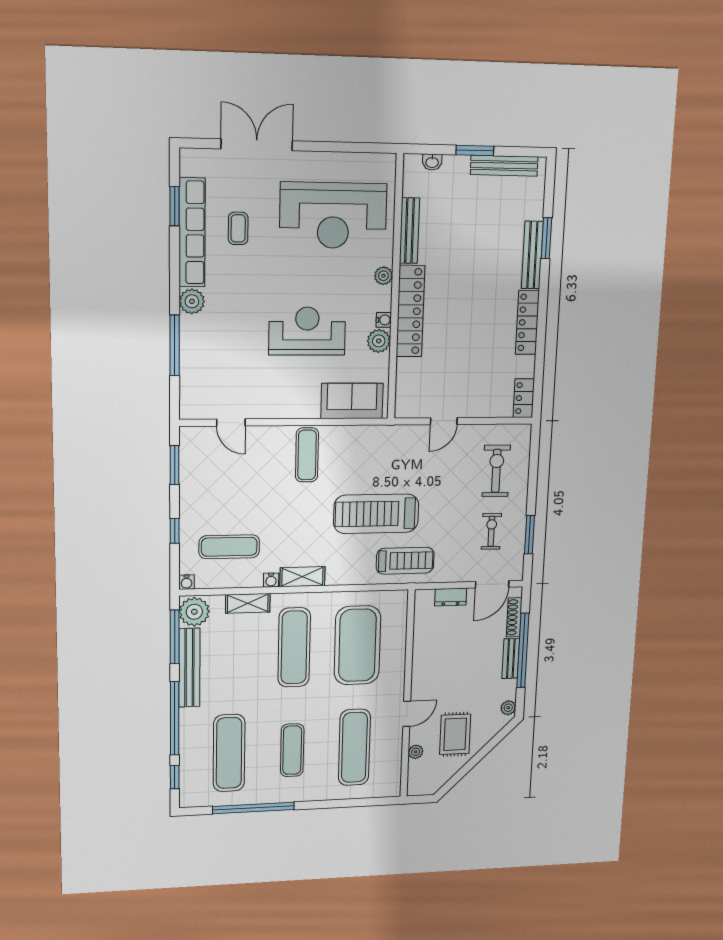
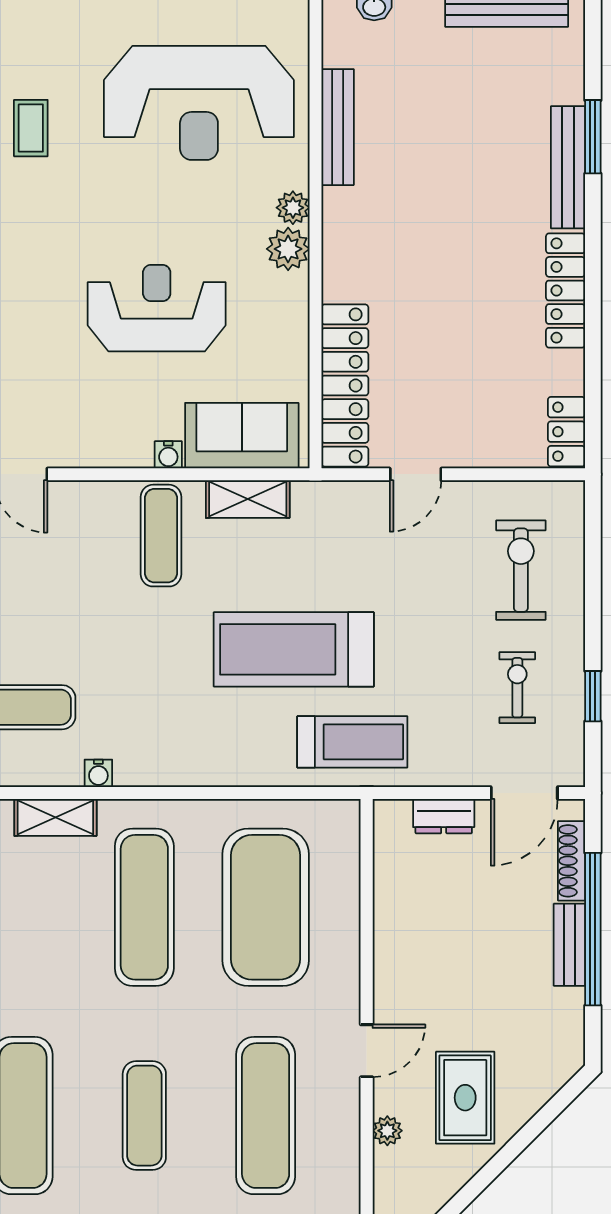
locker: (410, 311) -> (345, 385), moved
water cooler: (384, 320) -> (168, 455), moved, turned 90
plant: (379, 341) -> (288, 249), moved
window: (530, 535) -> (593, 696), width x0.67
shelving: (302, 577) -> (248, 499), moved
plant: (508, 708) -> (570, 1047), removed

